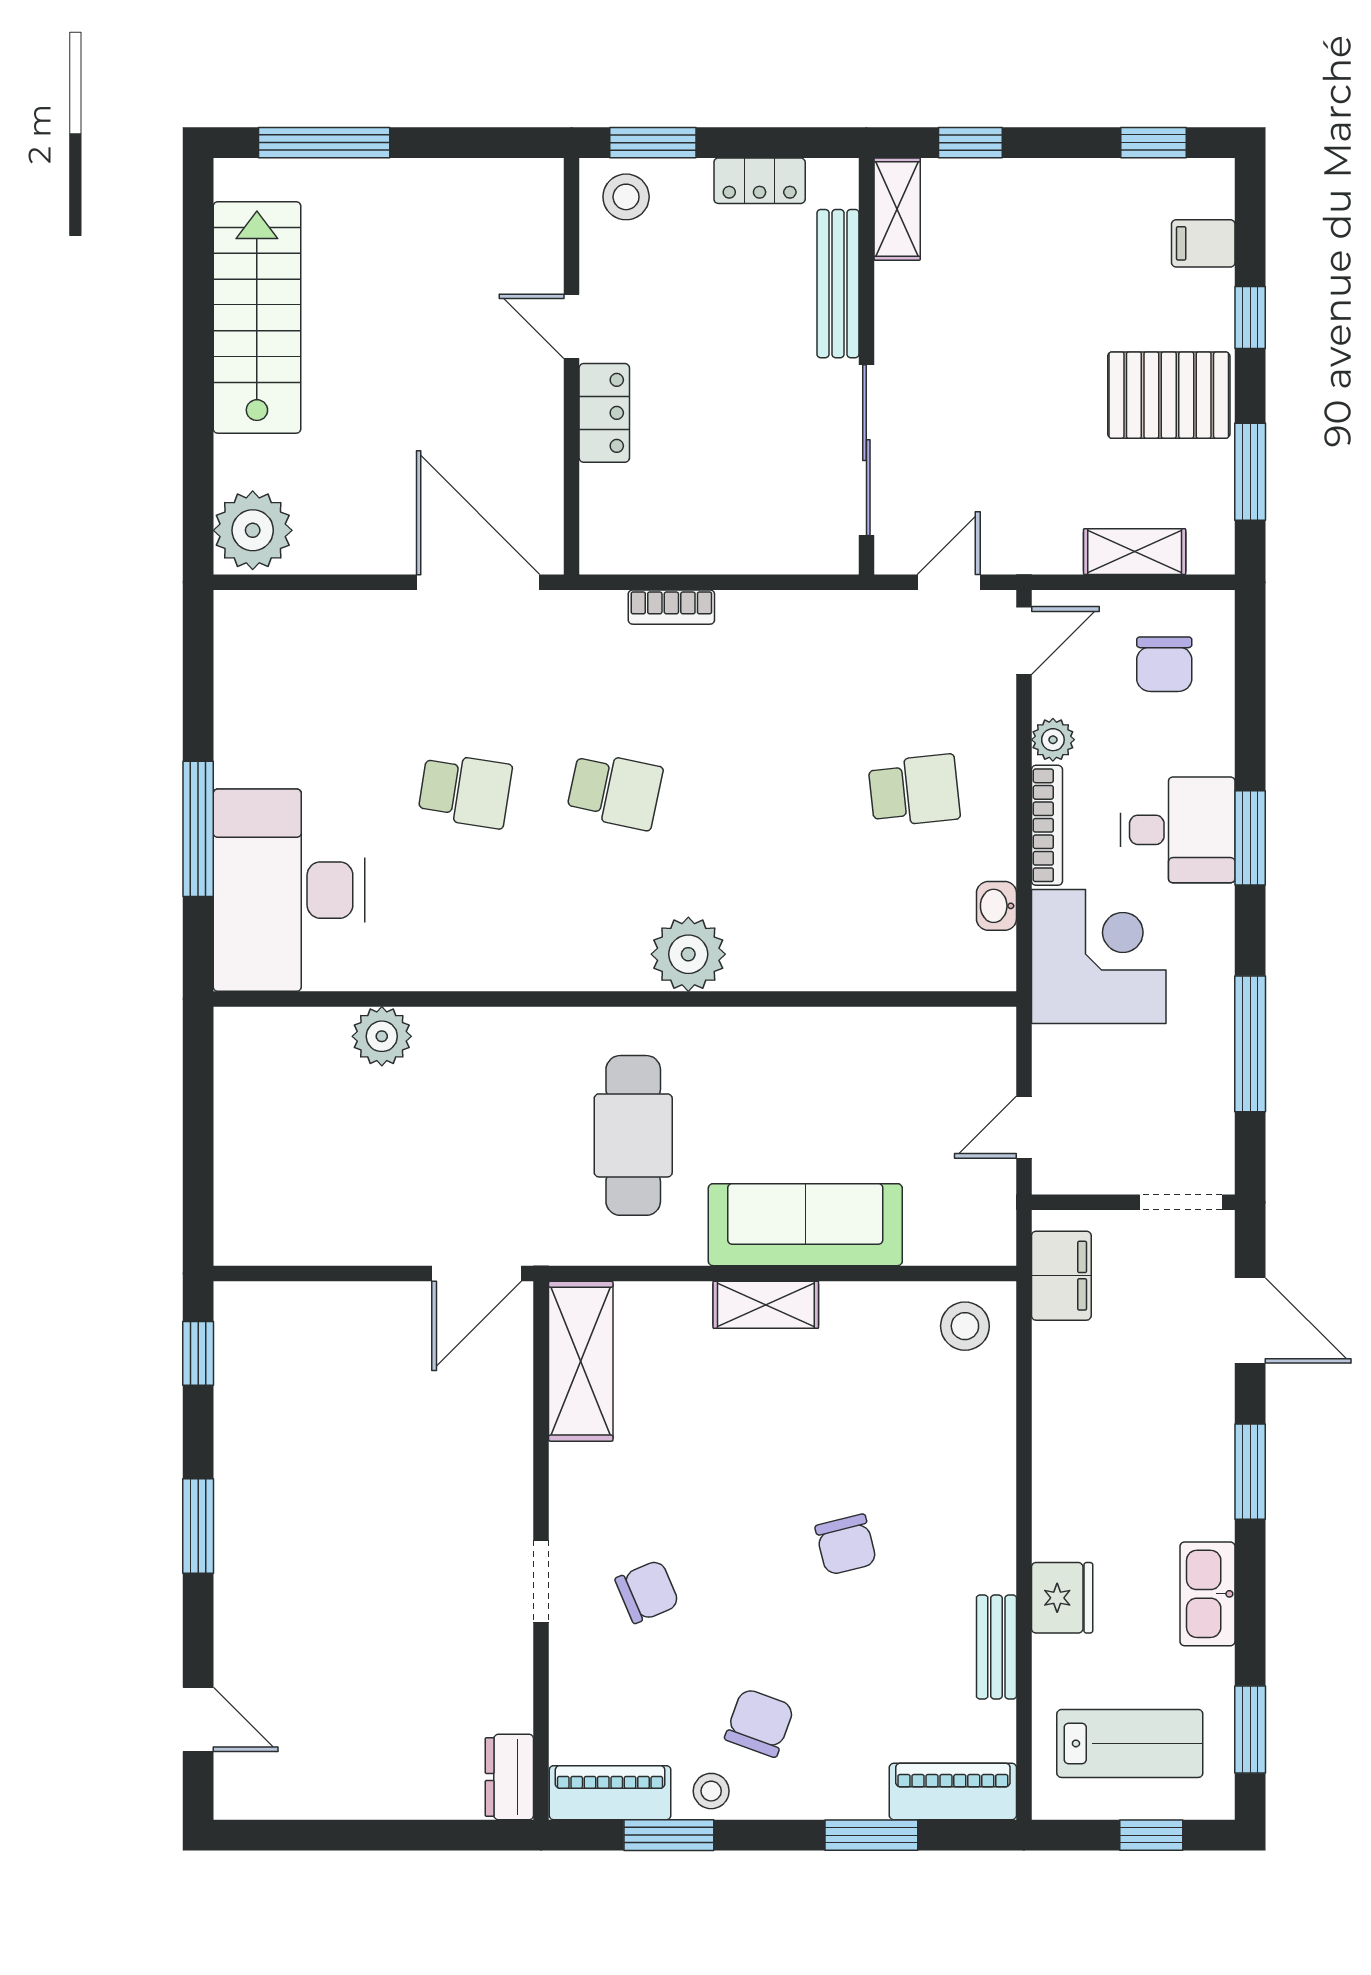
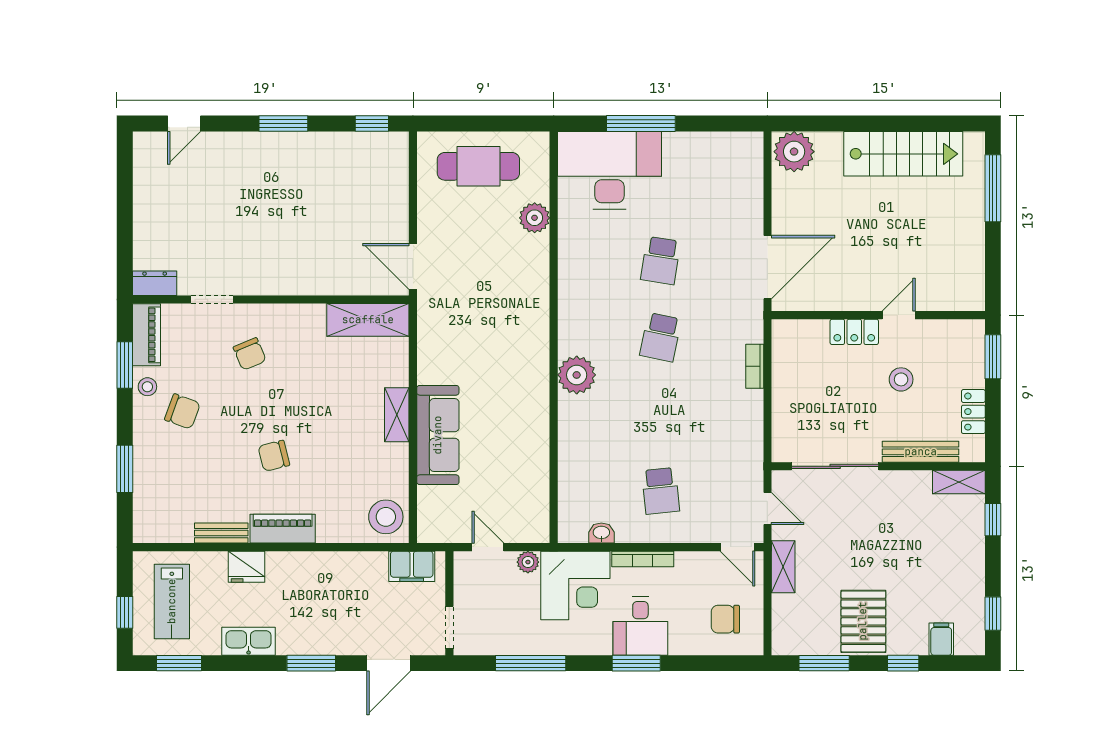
stool: (626, 197) -> (901, 379), moved
shelving: (1135, 552) -> (783, 567), moved
plant: (1053, 740) -> (528, 562), moved
cafe table: (633, 1135) -> (478, 166), moved
stool: (965, 1326) -> (386, 517), width x1.38, depth x1.38
doorway: (541, 1582) -> (212, 299), moved
piano: (953, 1791) -> (283, 529), moved, turned -90

